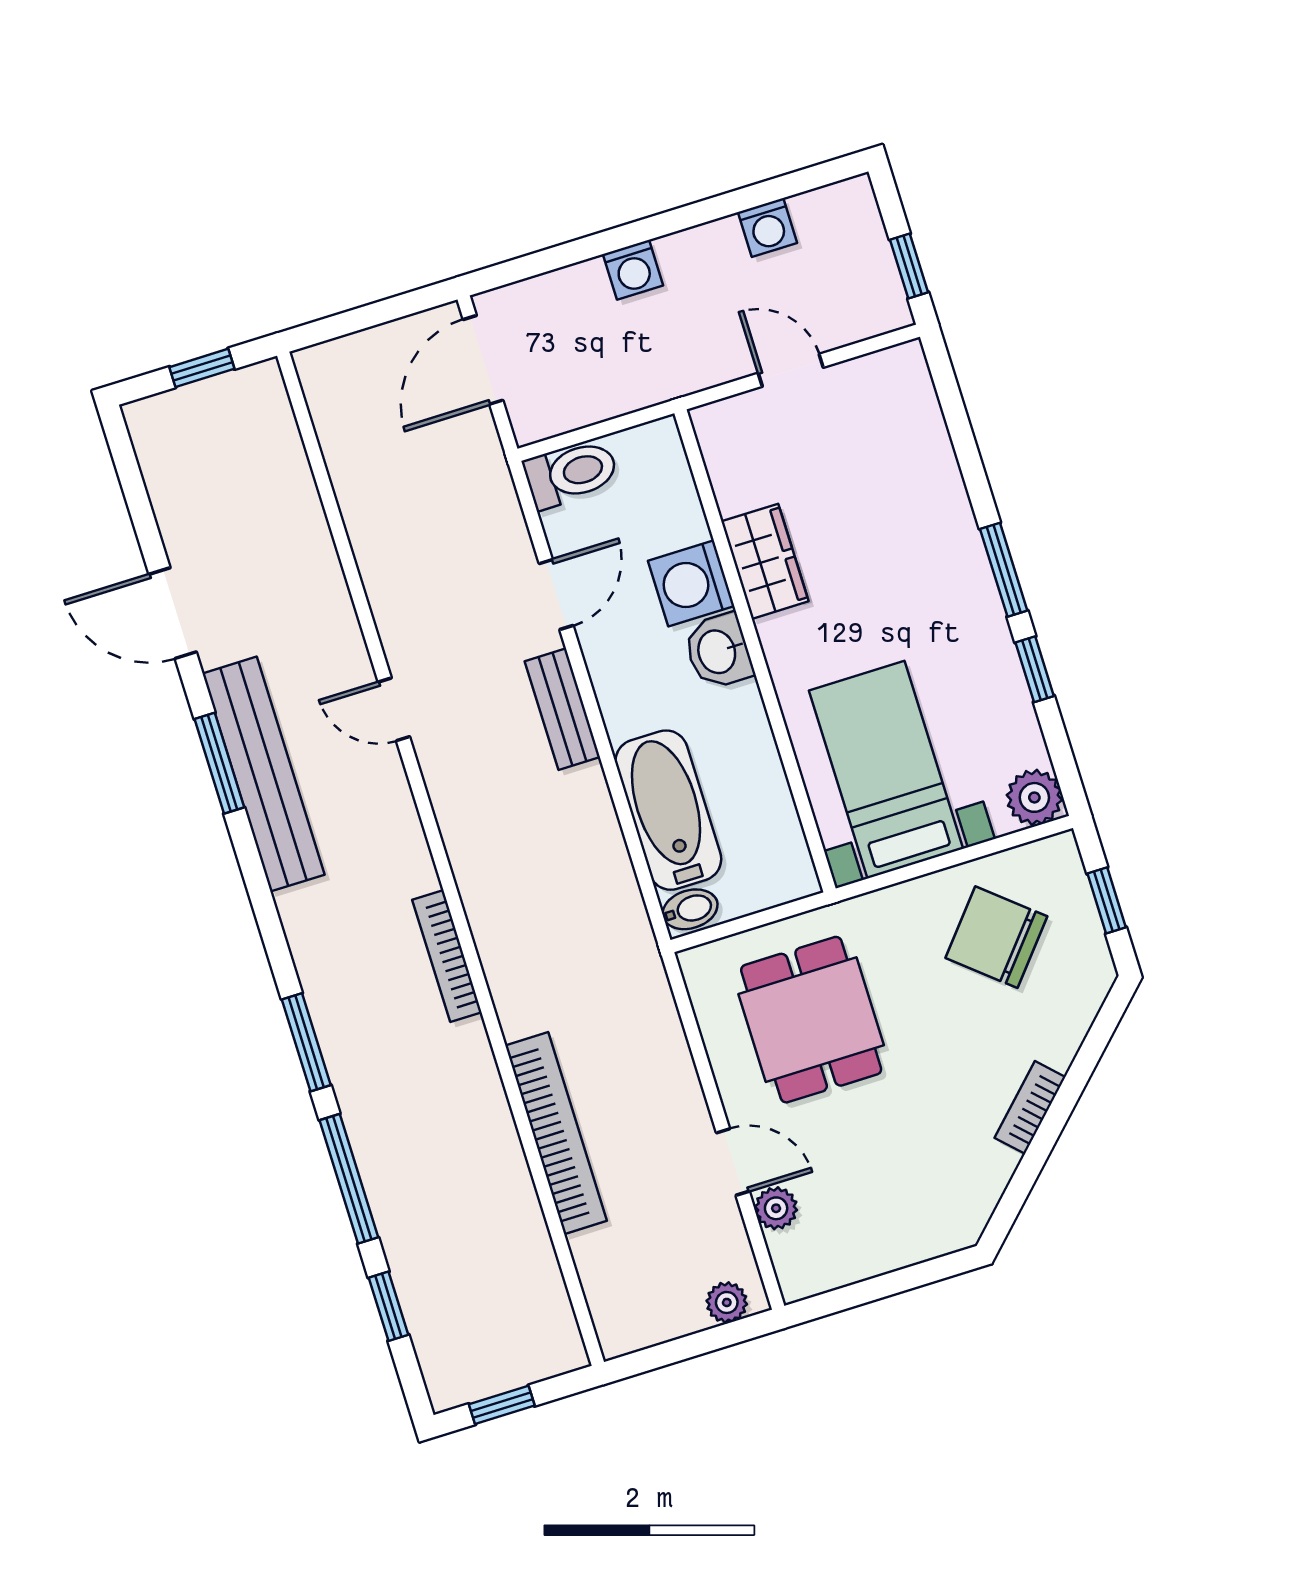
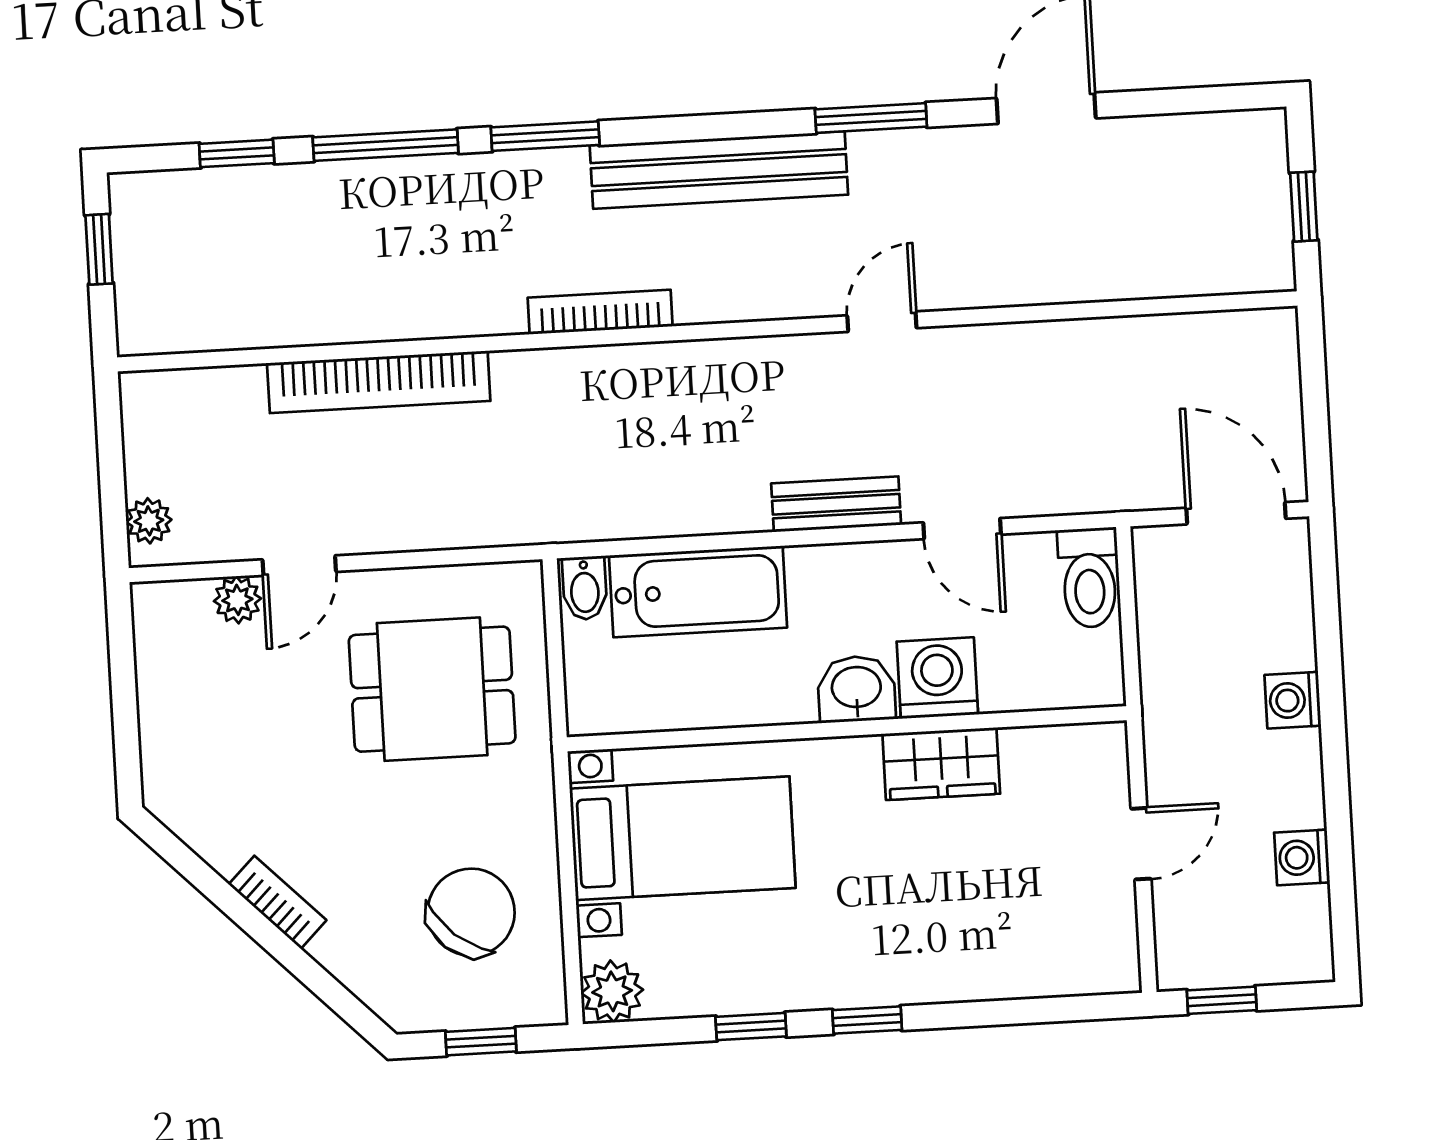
window: (1004, 570) -> (867, 1020), width x0.67
bench: (264, 774) -> (719, 170), moved

